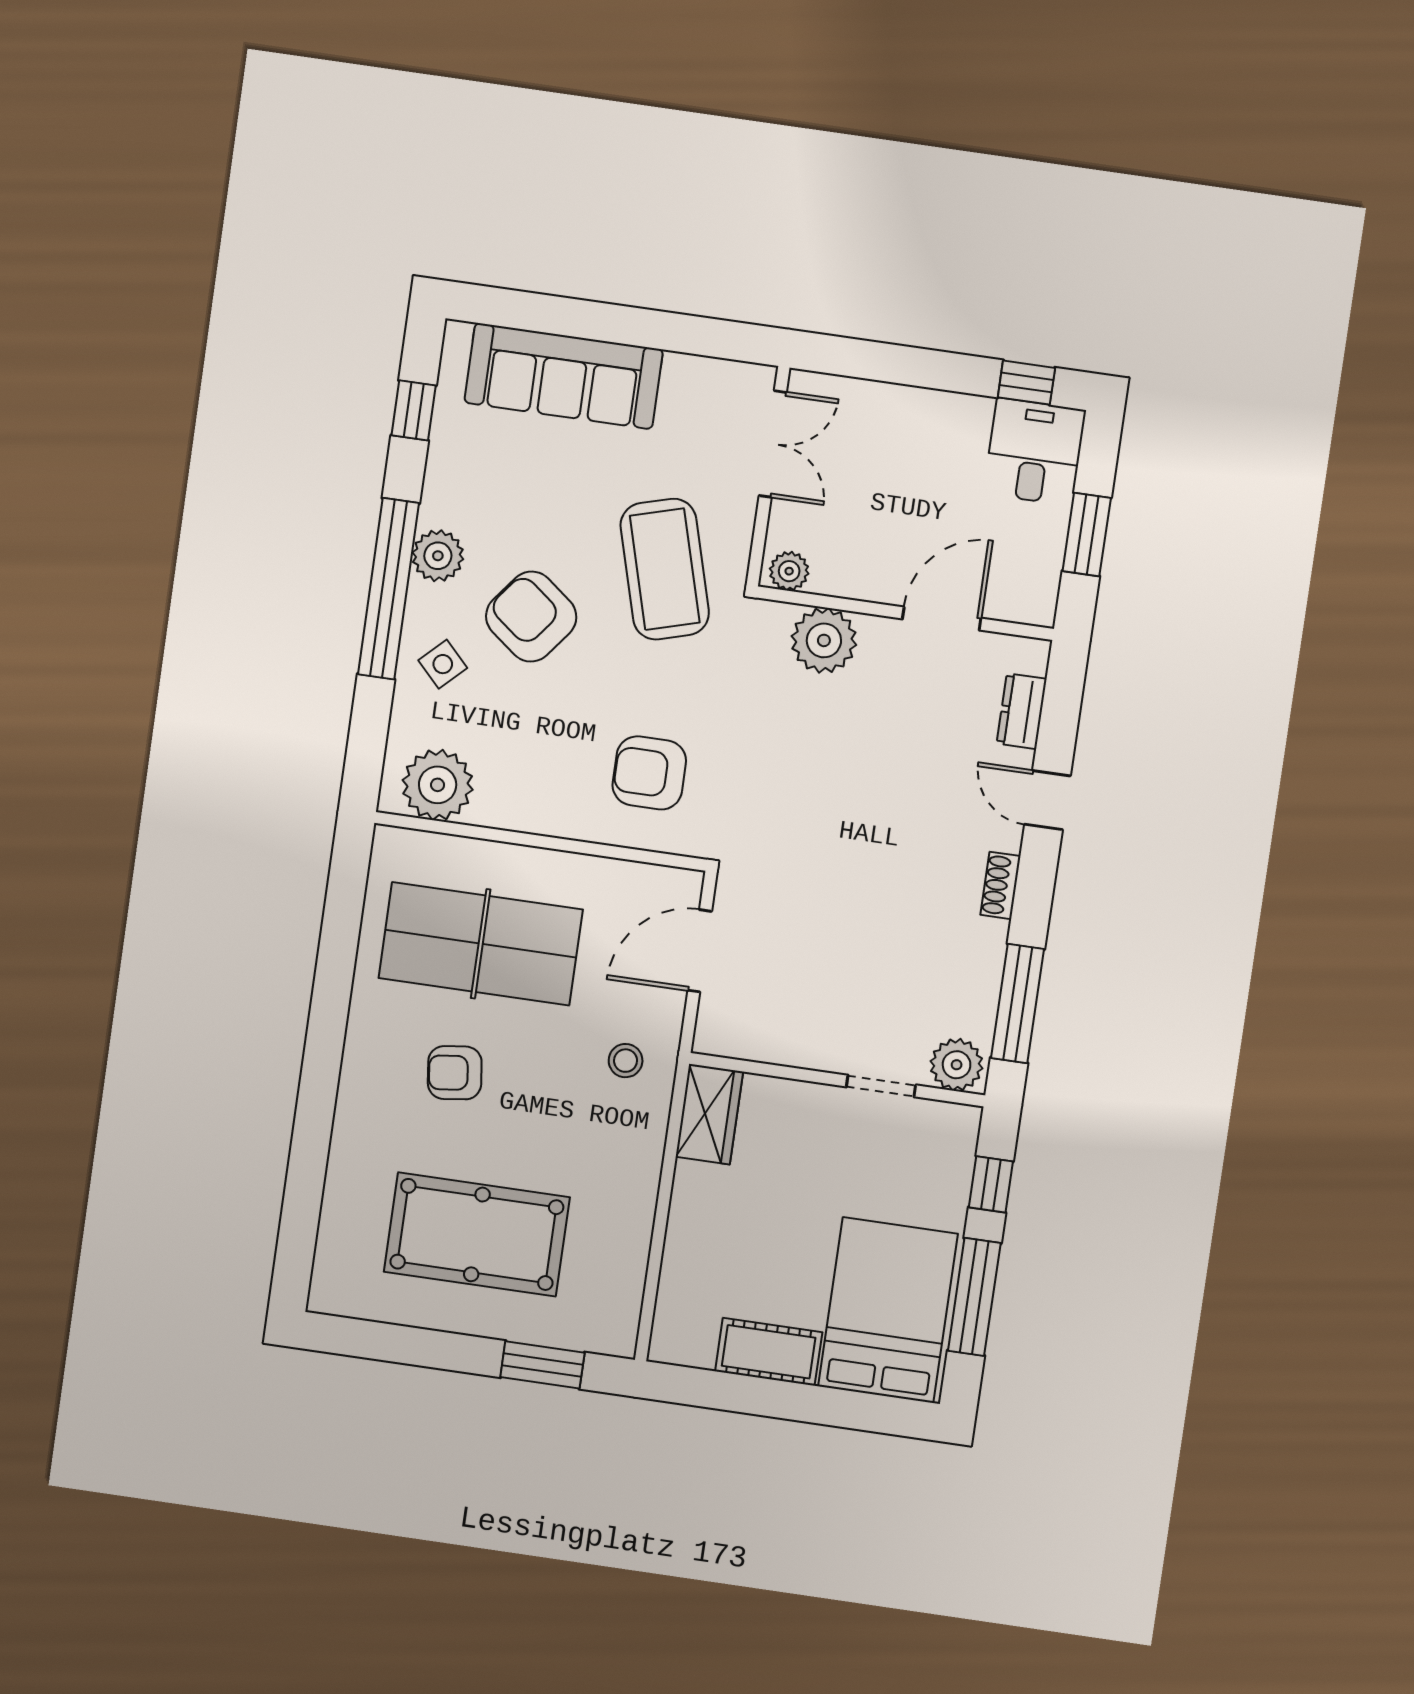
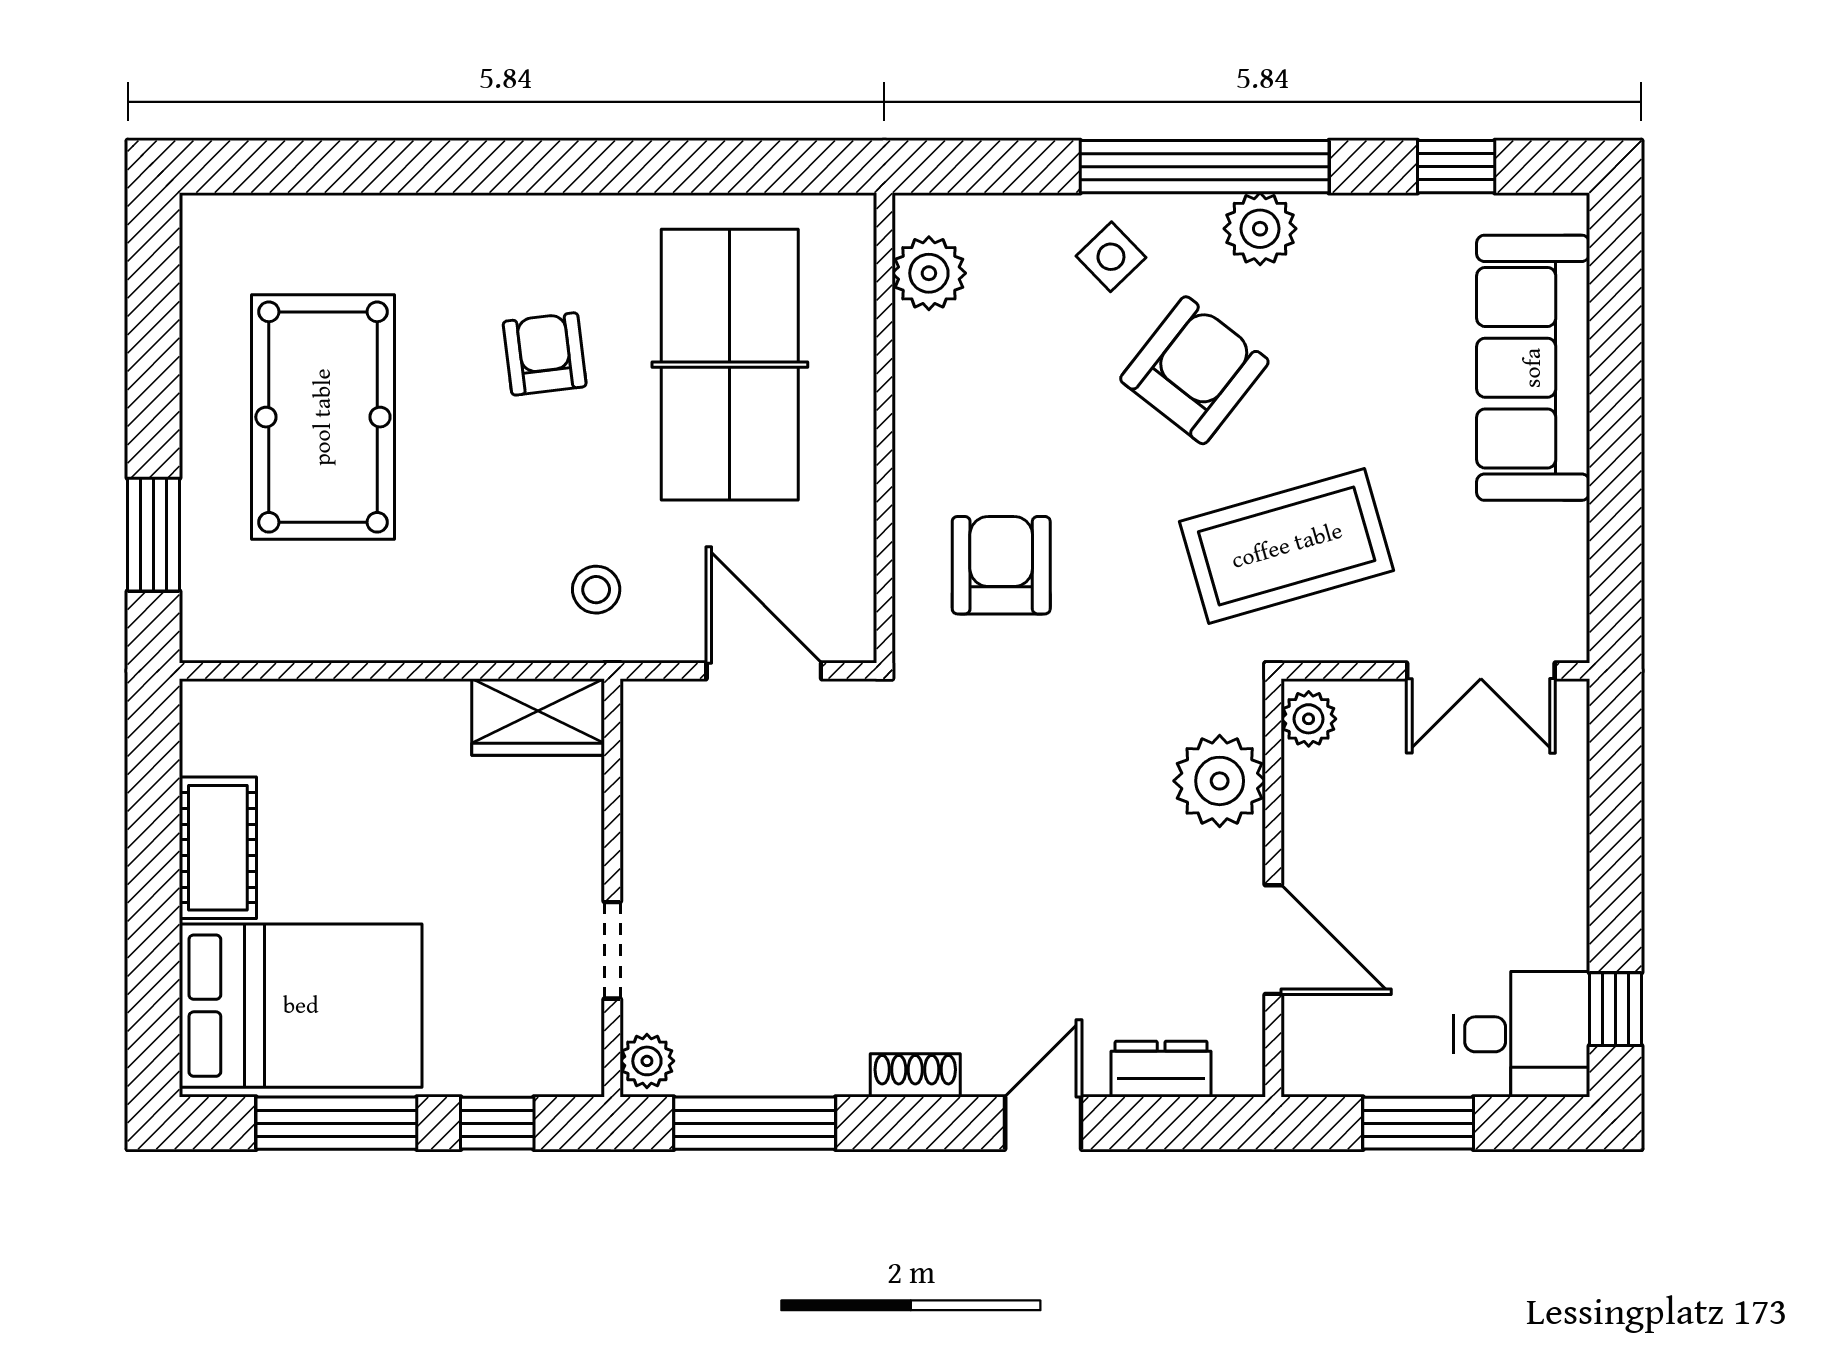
plant: (438, 785) -> (929, 273), width x0.73, depth x0.73
plant: (957, 1065) -> (647, 1061), width x0.73, depth x0.73

